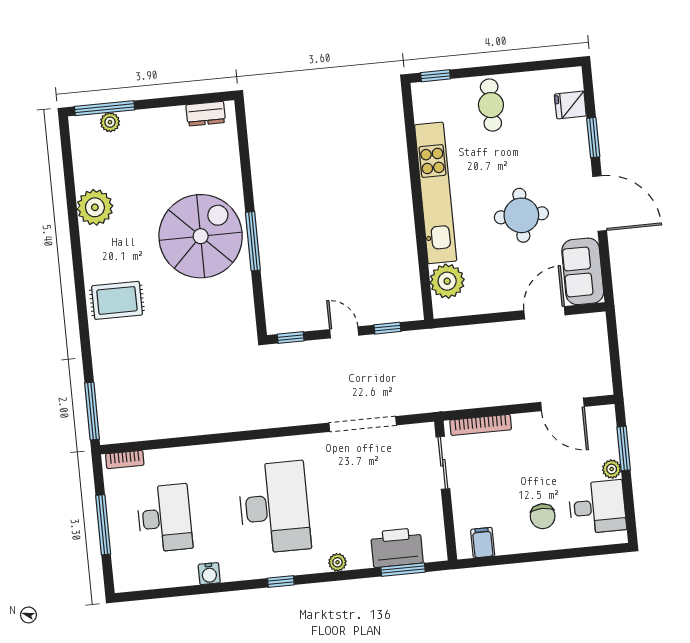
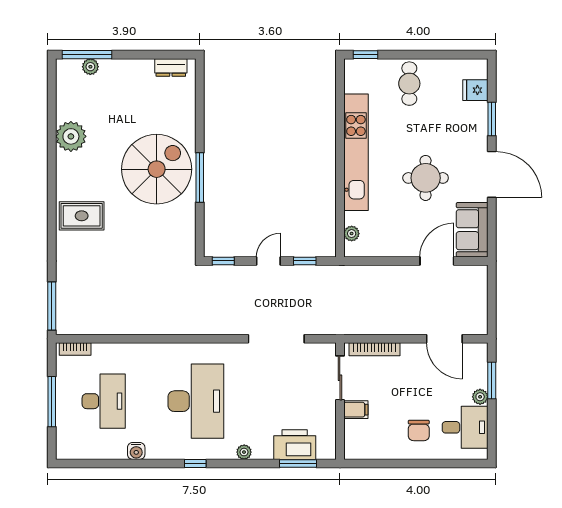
plant: (447, 281) -> (352, 234), width x0.53, depth x0.53
door: (344, 332) -> (268, 261), hinge flipped
filing cabinet: (483, 543) -> (356, 410), moved, turned 90

